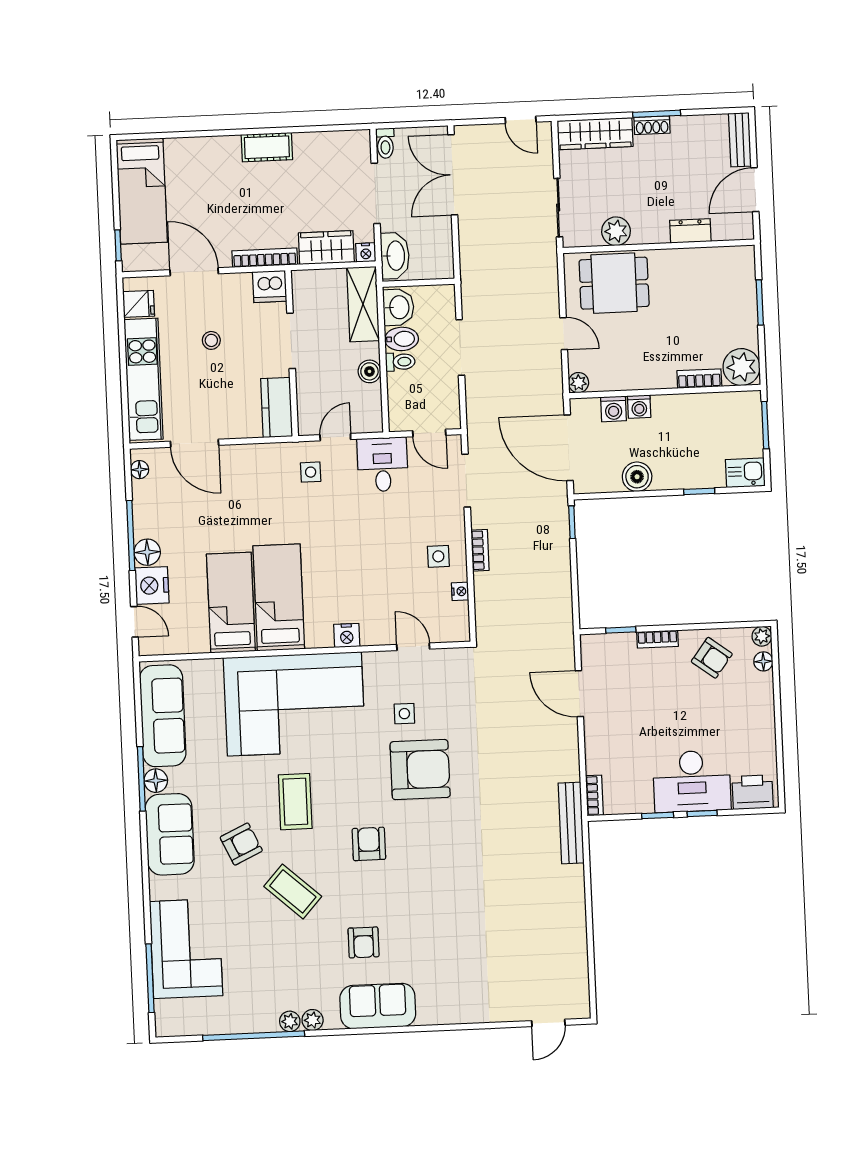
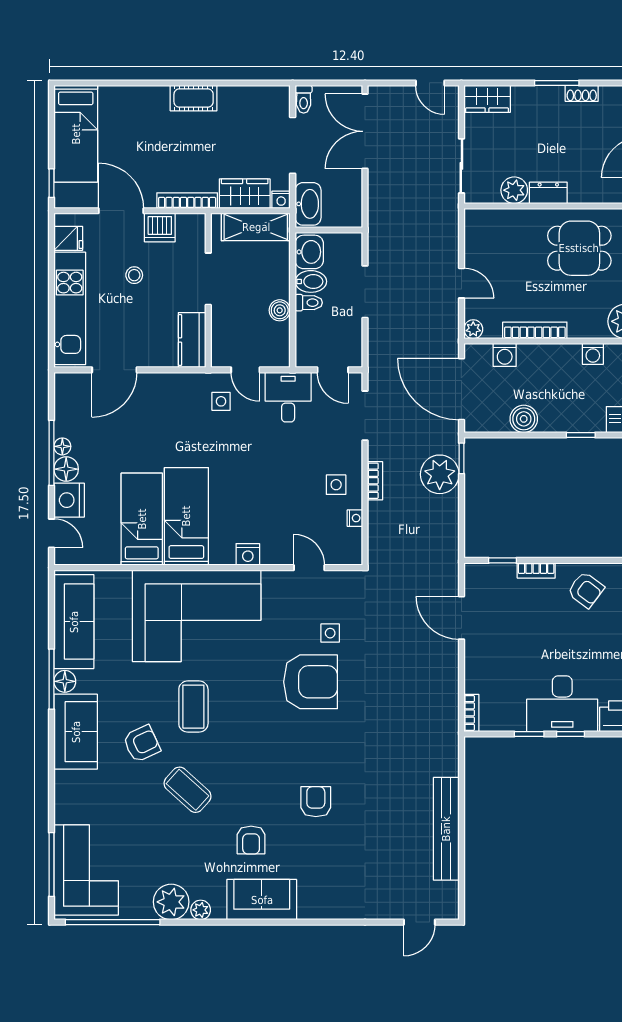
shoe rack: (652, 125) -> (582, 93), moved
wardrobe: (595, 134) -> (487, 99), width x0.67
dresser: (690, 231) -> (548, 193), moved
dining table: (614, 283) -> (579, 248), moved
dishwasher: (270, 287) -> (160, 227), moved
shelving: (363, 304) -> (256, 227), moved, turned 90
bookcase: (699, 379) -> (535, 330), moved, width x1.56
washing machine: (639, 407) -> (593, 354), moved
door: (335, 437) -> (245, 370), swing flipped
door: (195, 443) -> (114, 370), hinge flipped
floor lamp: (140, 470) -> (62, 446), moved
plant: (549, 540) -> (440, 474), added
side table: (404, 714) -> (330, 633), moved
bench: (571, 823) -> (446, 829), moved, width x1.37, depth x1.21
armchair: (369, 844) -> (316, 802), moved
corner sofa: (186, 949) -> (86, 870), moved
plant: (290, 1021) -> (171, 902), width x1.87, depth x1.87
window: (254, 1036) -> (113, 922), moved

